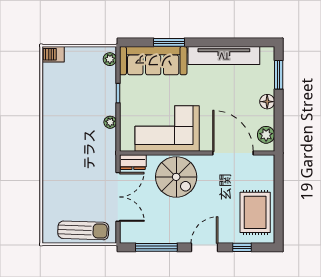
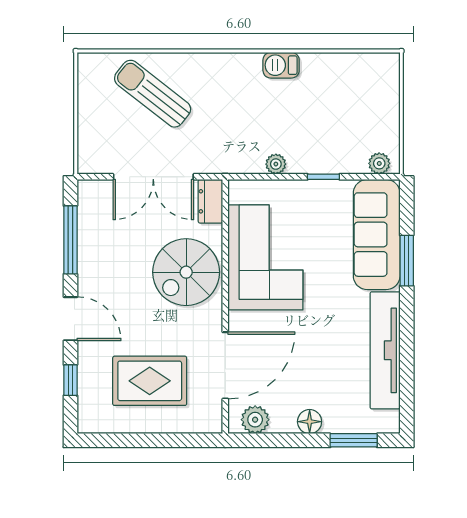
barbecue: (53, 54) -> (281, 65), moved, turned -90
rug: (255, 212) -> (150, 381), moved
sun lounger: (83, 230) -> (153, 94), moved, turned 126

